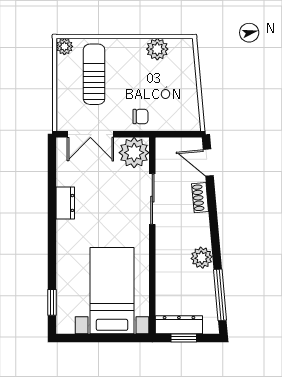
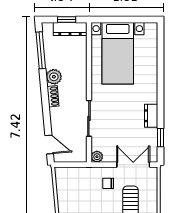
chair: (140, 117) -> (108, 183), moved
plant: (134, 153) -> (97, 157), width x0.53, depth x0.53
shoe rack: (200, 198) -> (53, 96), moved
window: (52, 302) -> (160, 138), moved

